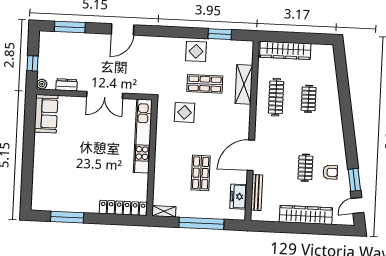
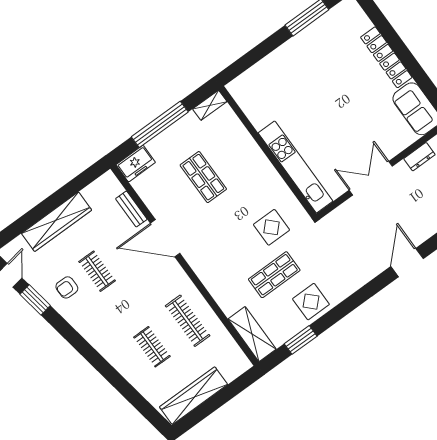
wardrobe: (285, 50) -> (194, 396), moved
shelving: (244, 84) -> (252, 334), moved
door: (251, 155) -> (165, 238), swing flipped
bench: (257, 193) -> (131, 209), width x0.73
freezer: (238, 197) -> (136, 164), moved, turned 90
locker: (123, 208) -> (386, 57), moved, turned 90

